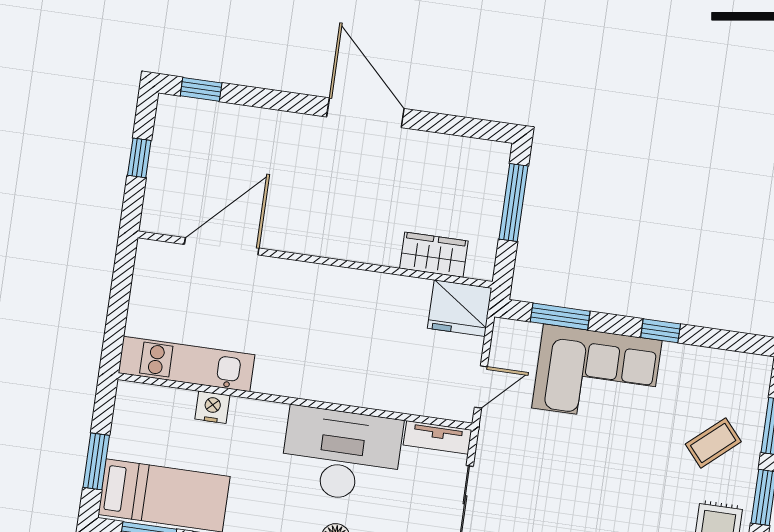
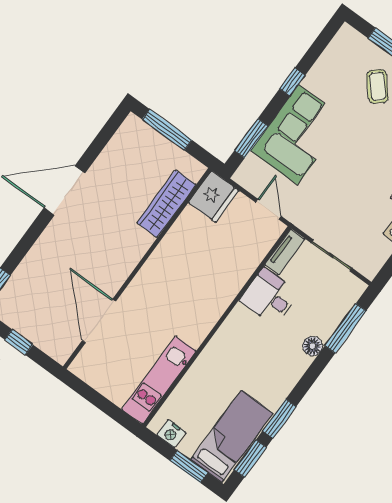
wardrobe: (434, 255) -> (166, 204), width x1.50
nightstand: (212, 407) -> (171, 433), moved, turned -90
desk: (341, 455) -> (269, 297), width x0.53, depth x0.77

